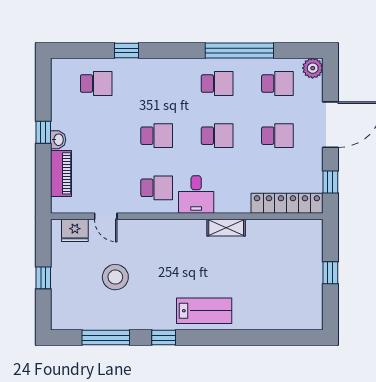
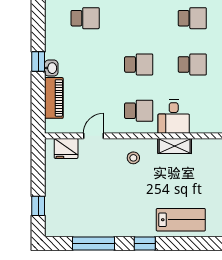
door: (106, 216) -> (93, 136), swing flipped
shelving: (226, 228) -> (175, 146), moved
stool: (115, 277) -> (133, 158), moved, width x0.53, depth x0.53
window: (43, 278) -> (38, 206), moved

